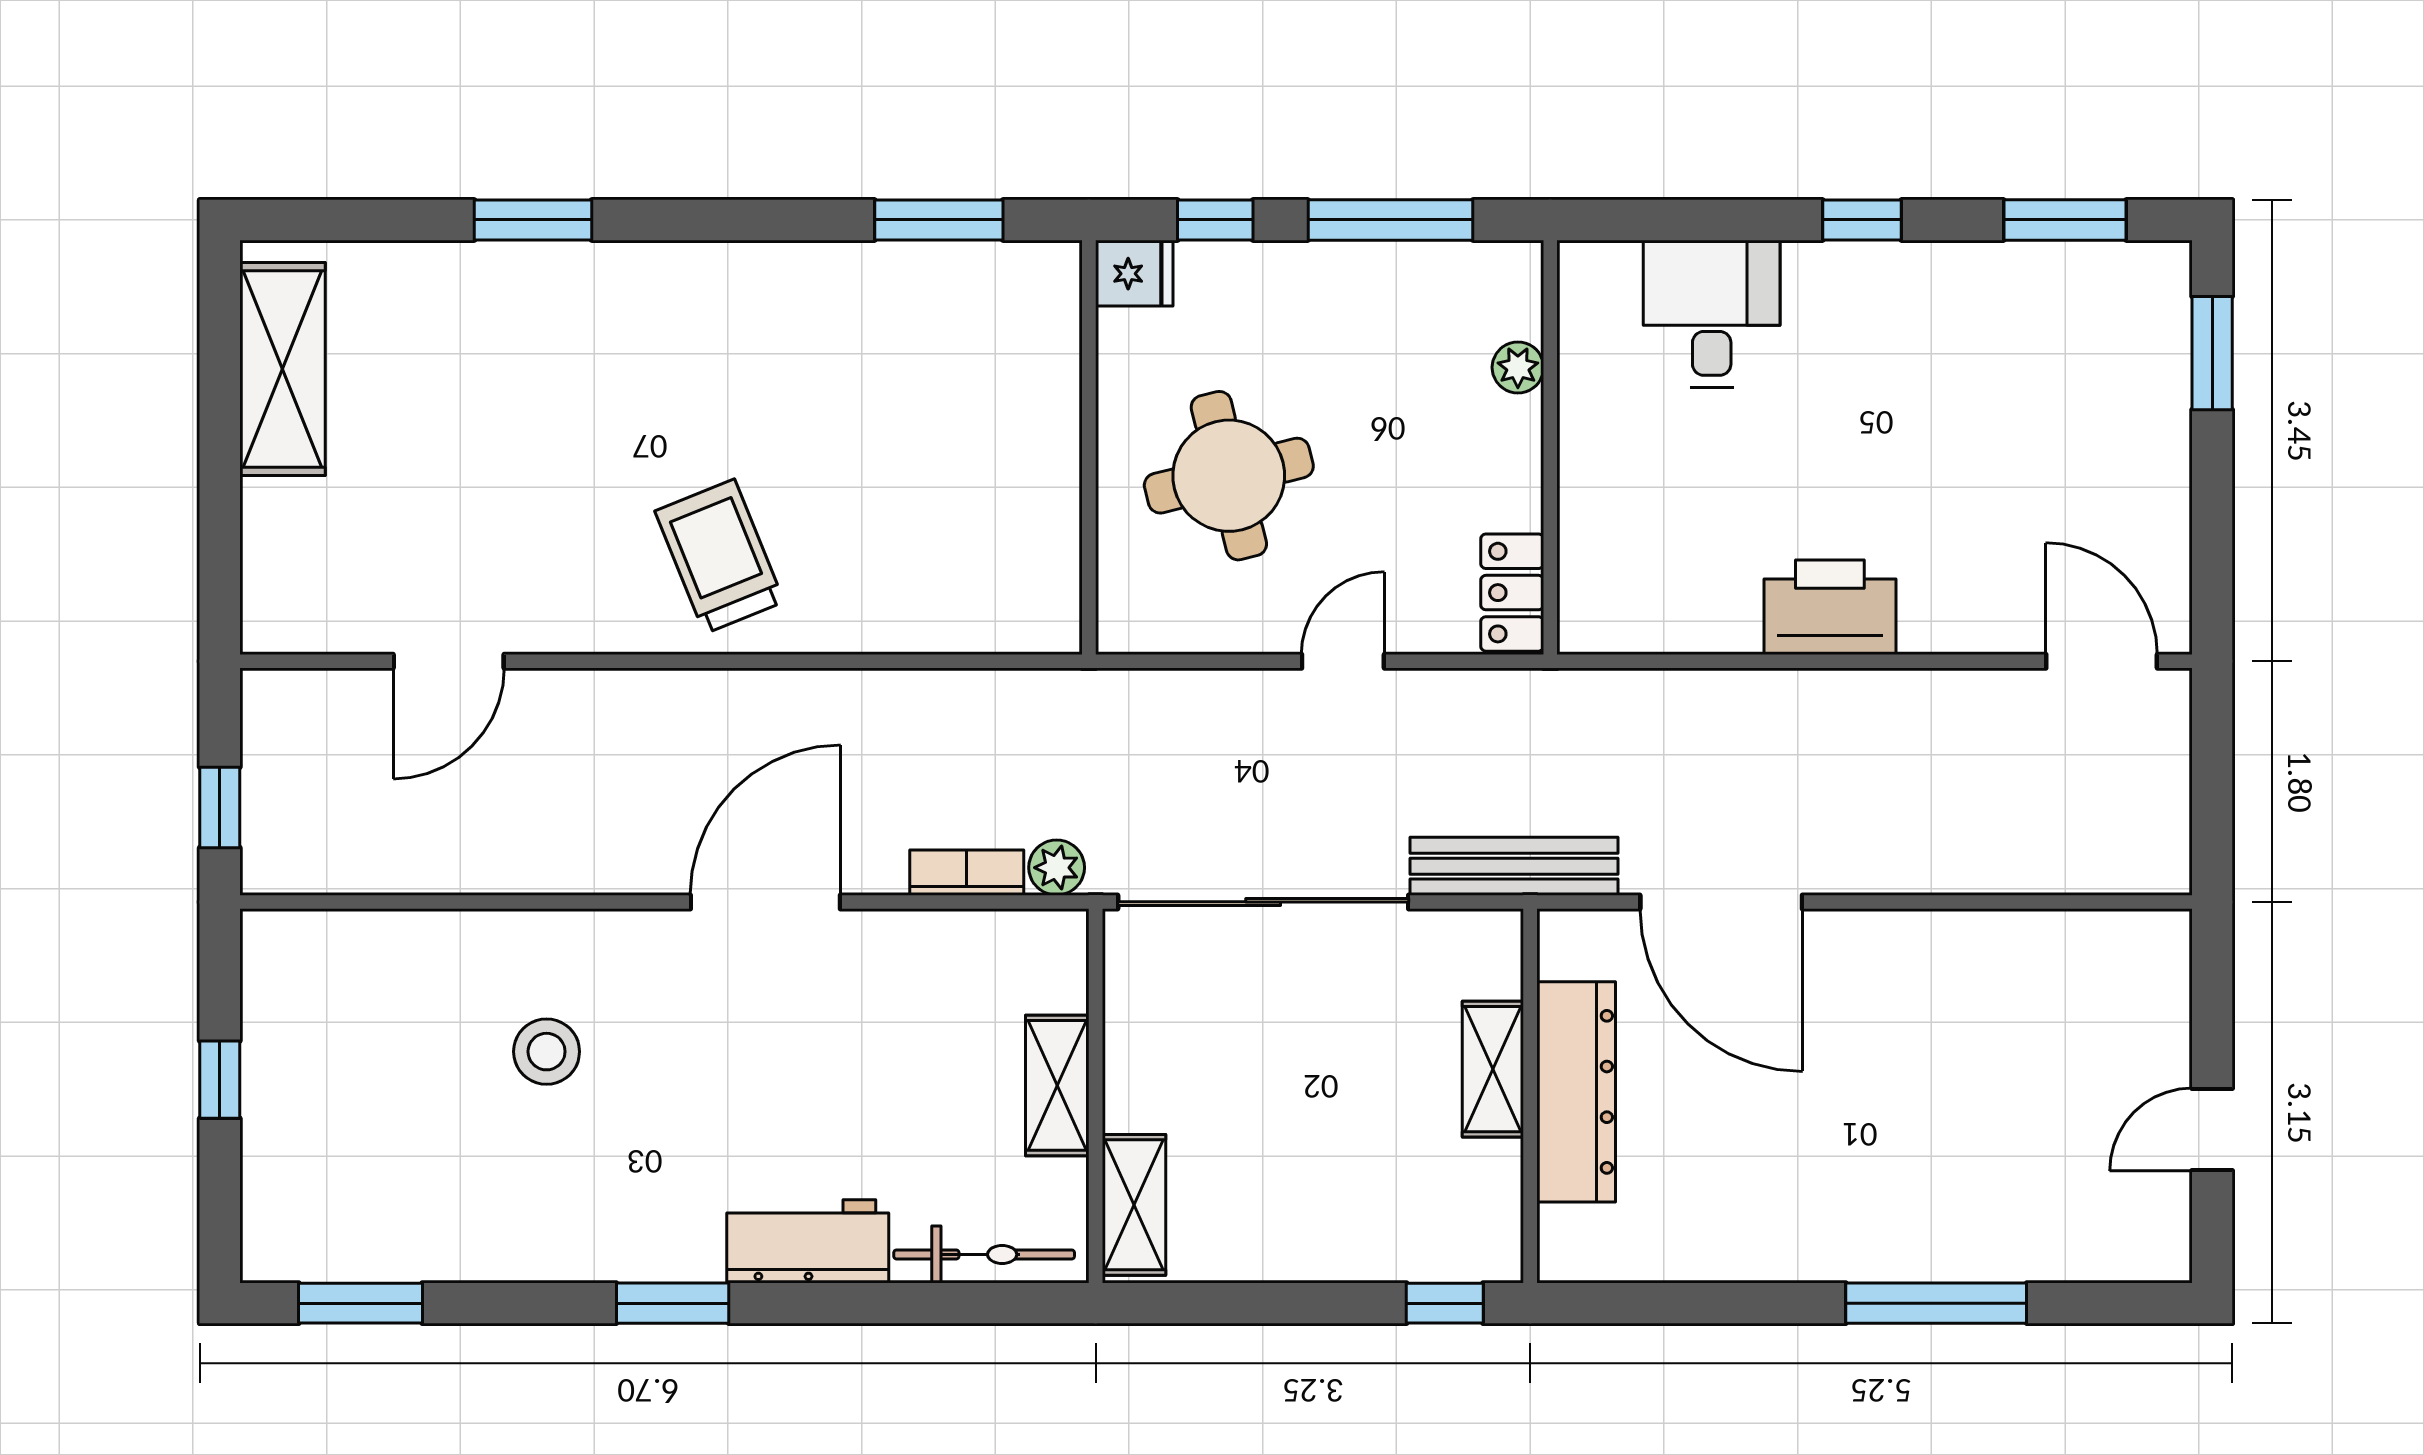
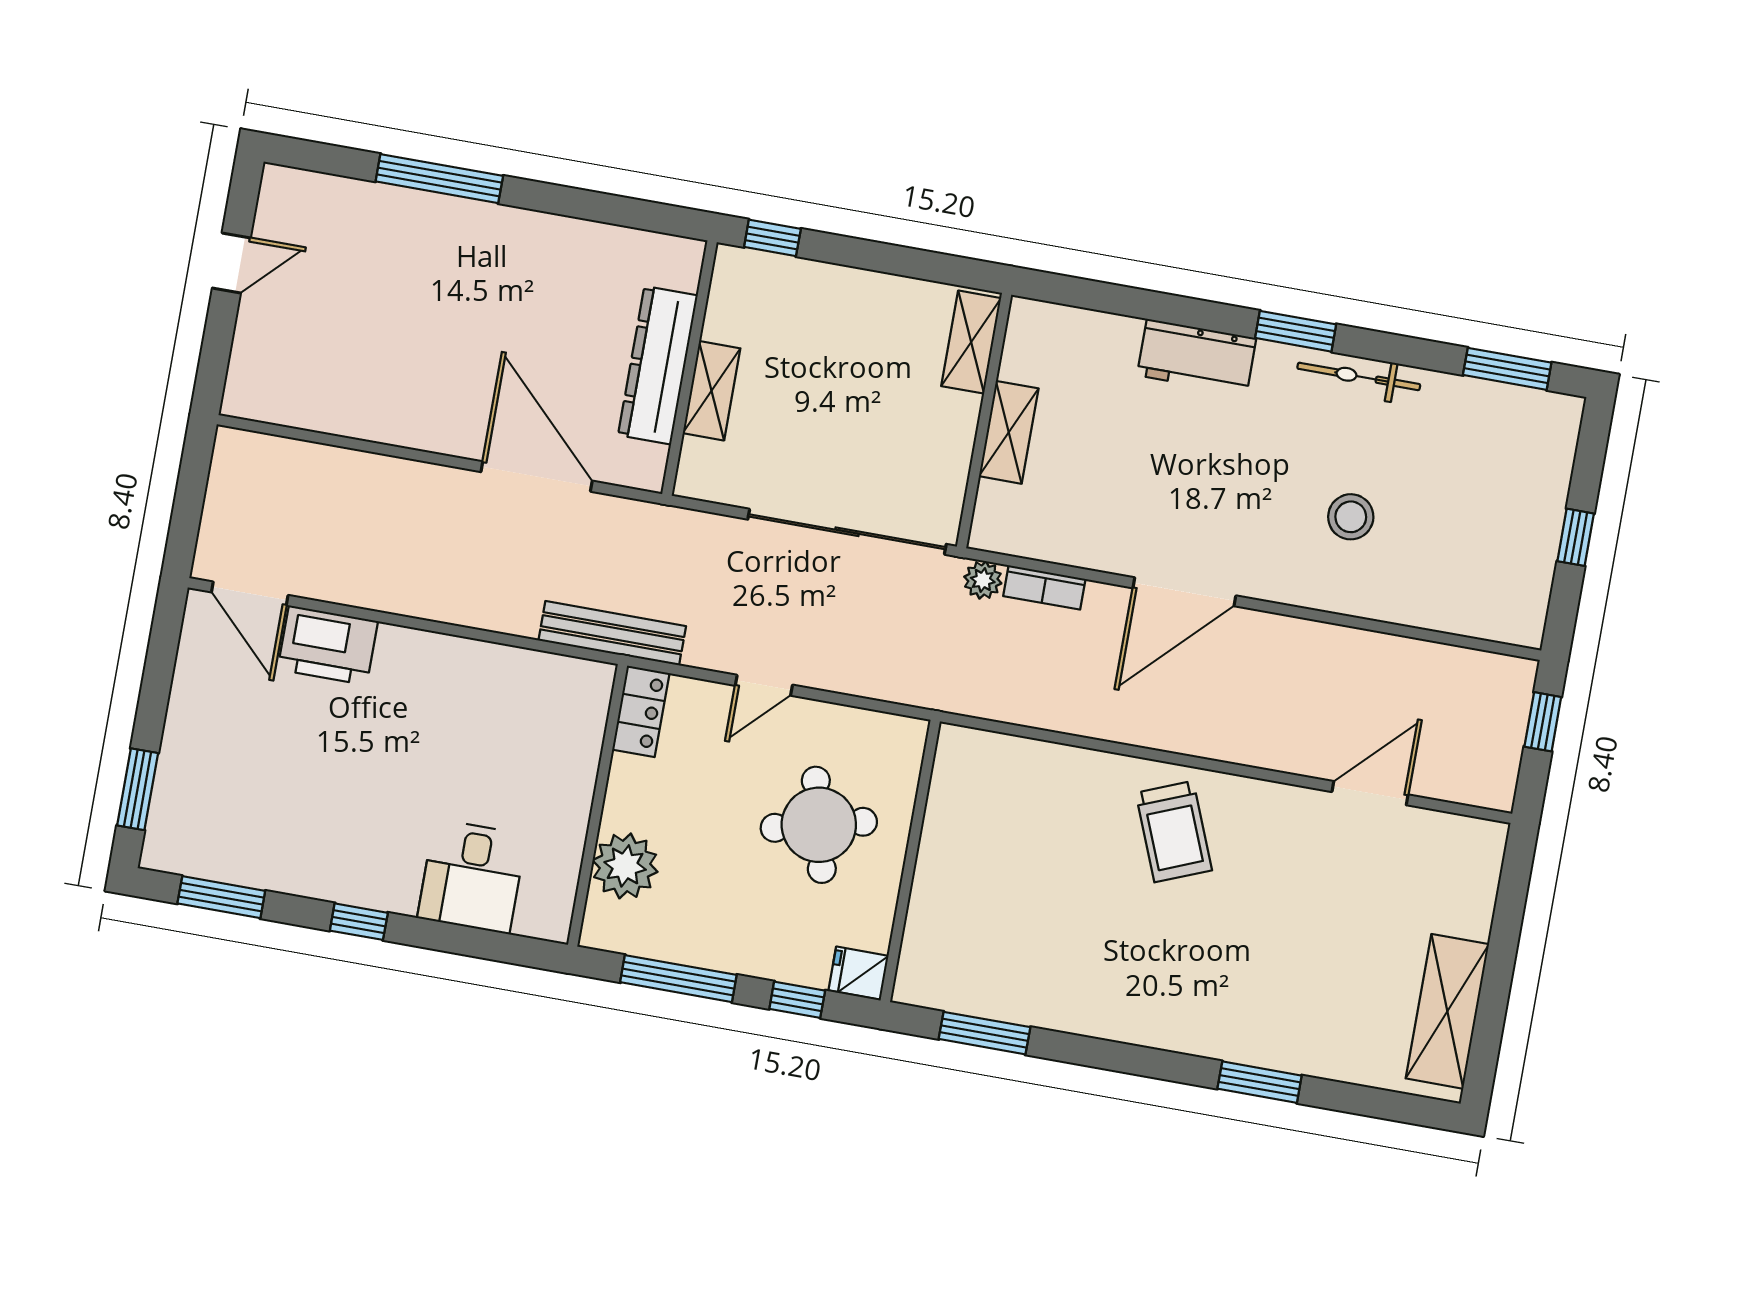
plant: (1518, 367) -> (625, 866), width x1.88, depth x1.88
printer: (1830, 607) -> (328, 645), moved
bench: (1514, 866) -> (612, 633), moved
bicycle: (984, 1254) -> (1359, 376), moved

